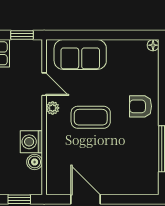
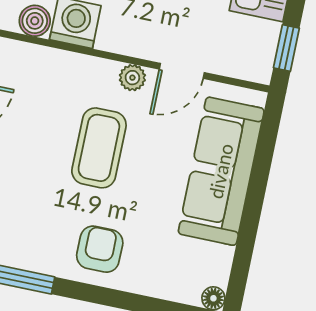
sofa: (80, 54) -> (221, 171), width x1.36

